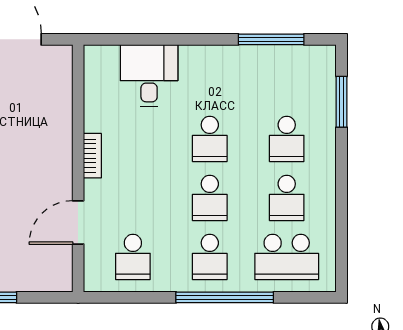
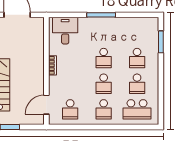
window: (271, 39) -> (101, 15), moved
desk: (149, 76) -> (65, 31), moved
door: (78, 222) -> (46, 105), moved
window: (225, 297) -> (110, 127), removed

